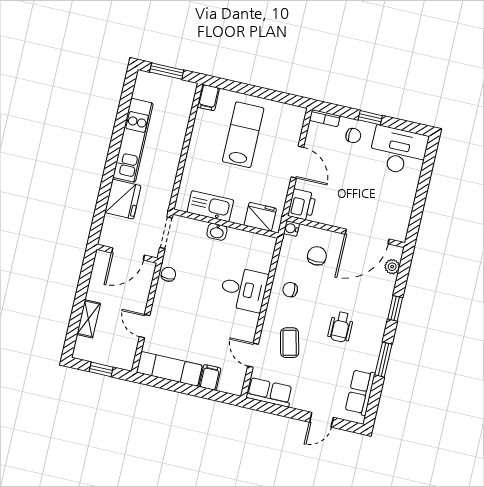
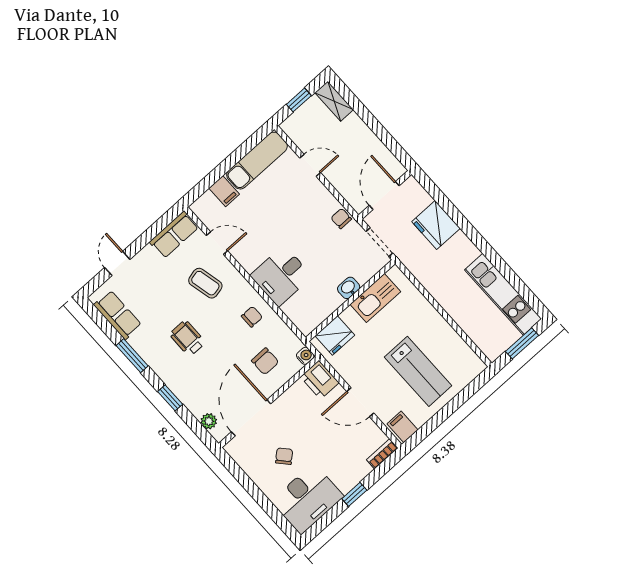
filing cabinet: (208, 98) -> (402, 427), moved
chair: (353, 136) -> (284, 456), moved, turned 134
kitchen unit: (133, 140) -> (503, 294), moved
chair: (168, 274) -> (341, 219), turned 180
shelving: (89, 319) -> (334, 101), moved

